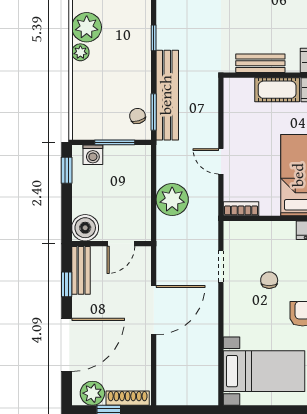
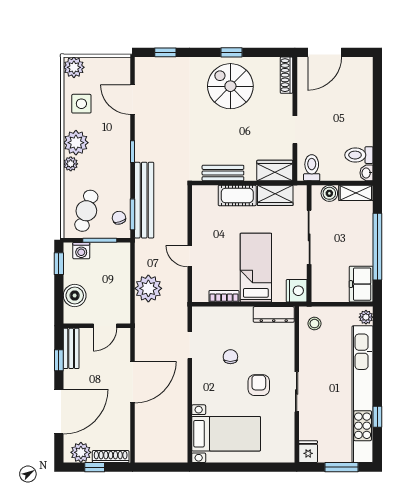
cafe table: (99, 108) -> (86, 211), added
bookcase: (241, 209) -> (224, 296), moved
boiler: (85, 228) -> (75, 295), moved

